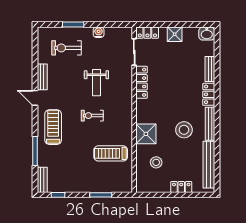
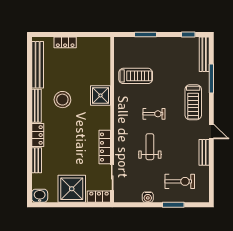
shower: (175, 34) -> (72, 189), width x1.86, depth x1.86
stool: (156, 162) -> (90, 67), removed
bench: (42, 180) -> (204, 54), width x1.36

